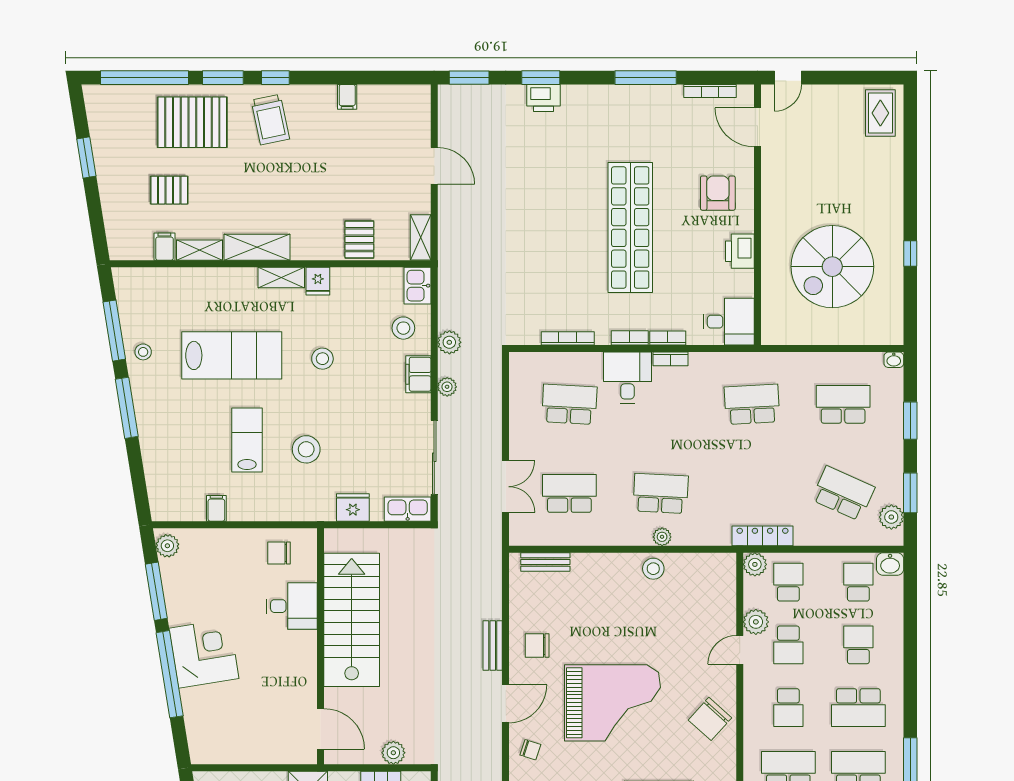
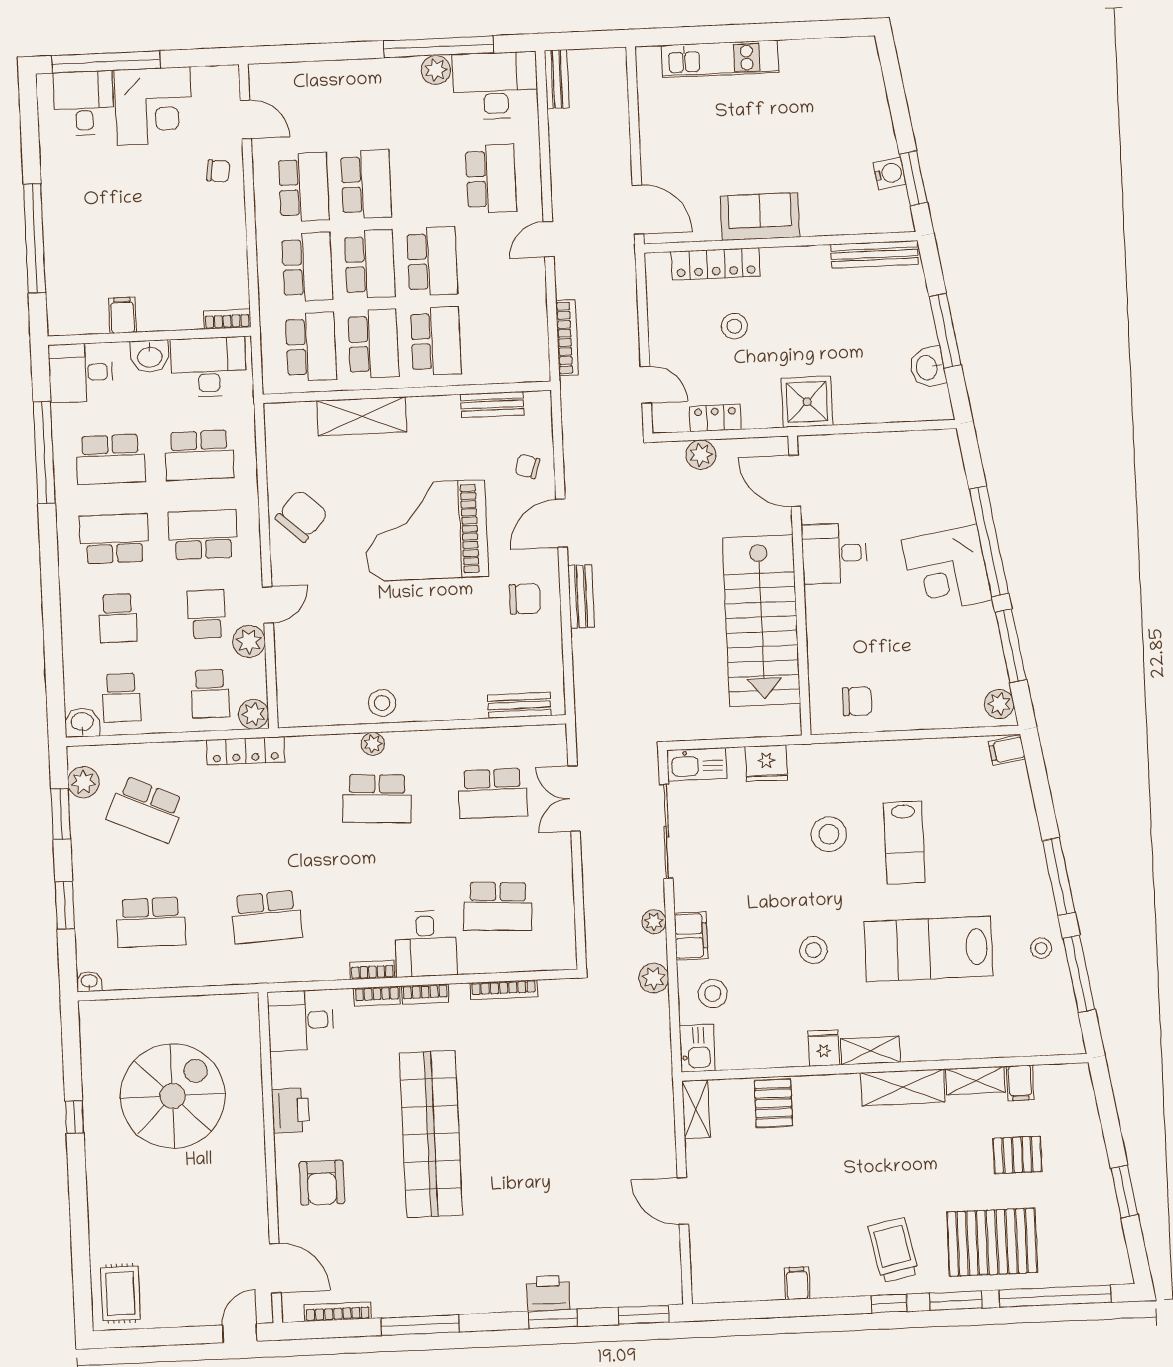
filing cabinet: (216, 508) -> (1007, 750), moved, turned 81
desk: (292, 606) -> (834, 553), moved
school desk: (788, 708) -> (203, 535), width x1.85

